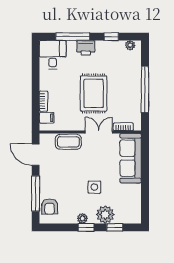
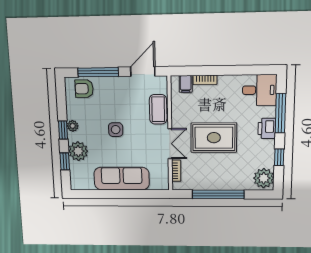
plant: (130, 45) -> (264, 178), width x1.88, depth x1.88
sofa: (131, 158) -> (122, 179), moved
side table: (94, 187) -> (116, 130), moved

